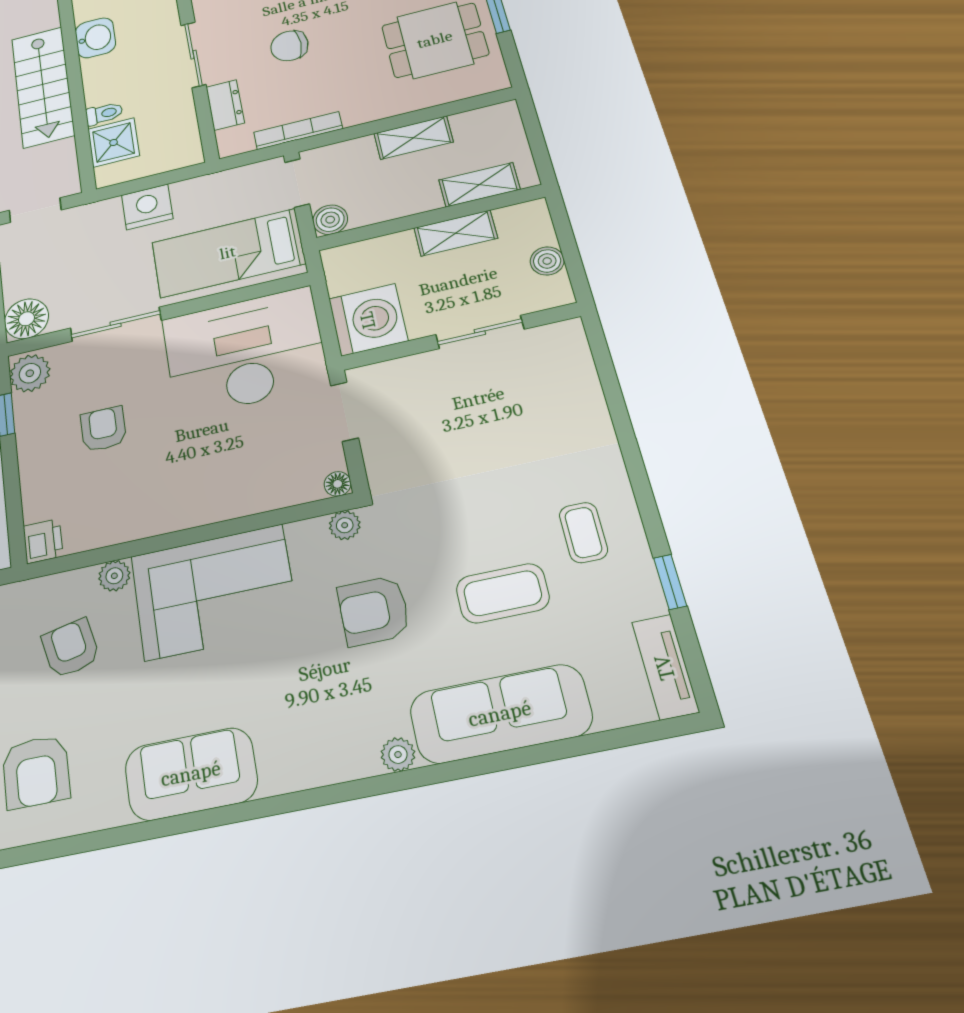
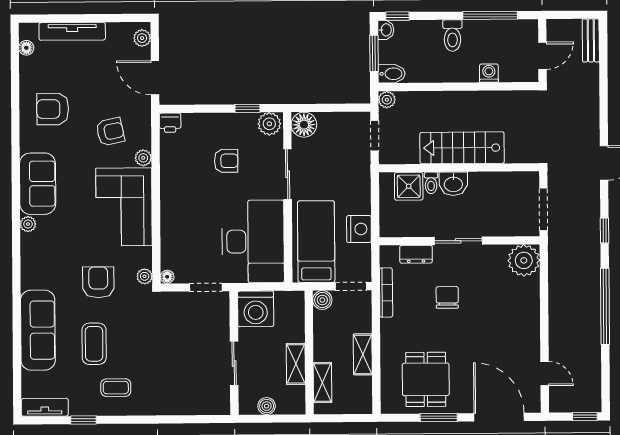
washbasin: (95, 38) -> (453, 184), moved
nightstand: (147, 207) -> (359, 229), moved
plant: (398, 755) -> (28, 224), moved

